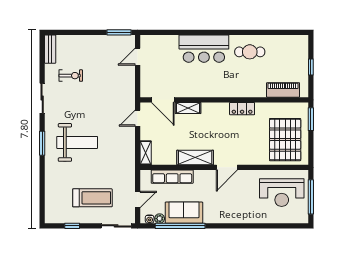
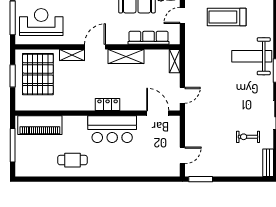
bar counter: (204, 49) -> (112, 129), moved, turned 180
window: (311, 67) -> (13, 145), width x2.17
piano: (283, 90) -> (40, 125), width x1.37, depth x1.33
shelving: (188, 108) -> (72, 55), moved
locker: (242, 109) -> (108, 104), moved
window: (311, 119) -> (13, 76), moved
weight bench: (77, 142) -> (252, 56), moved

